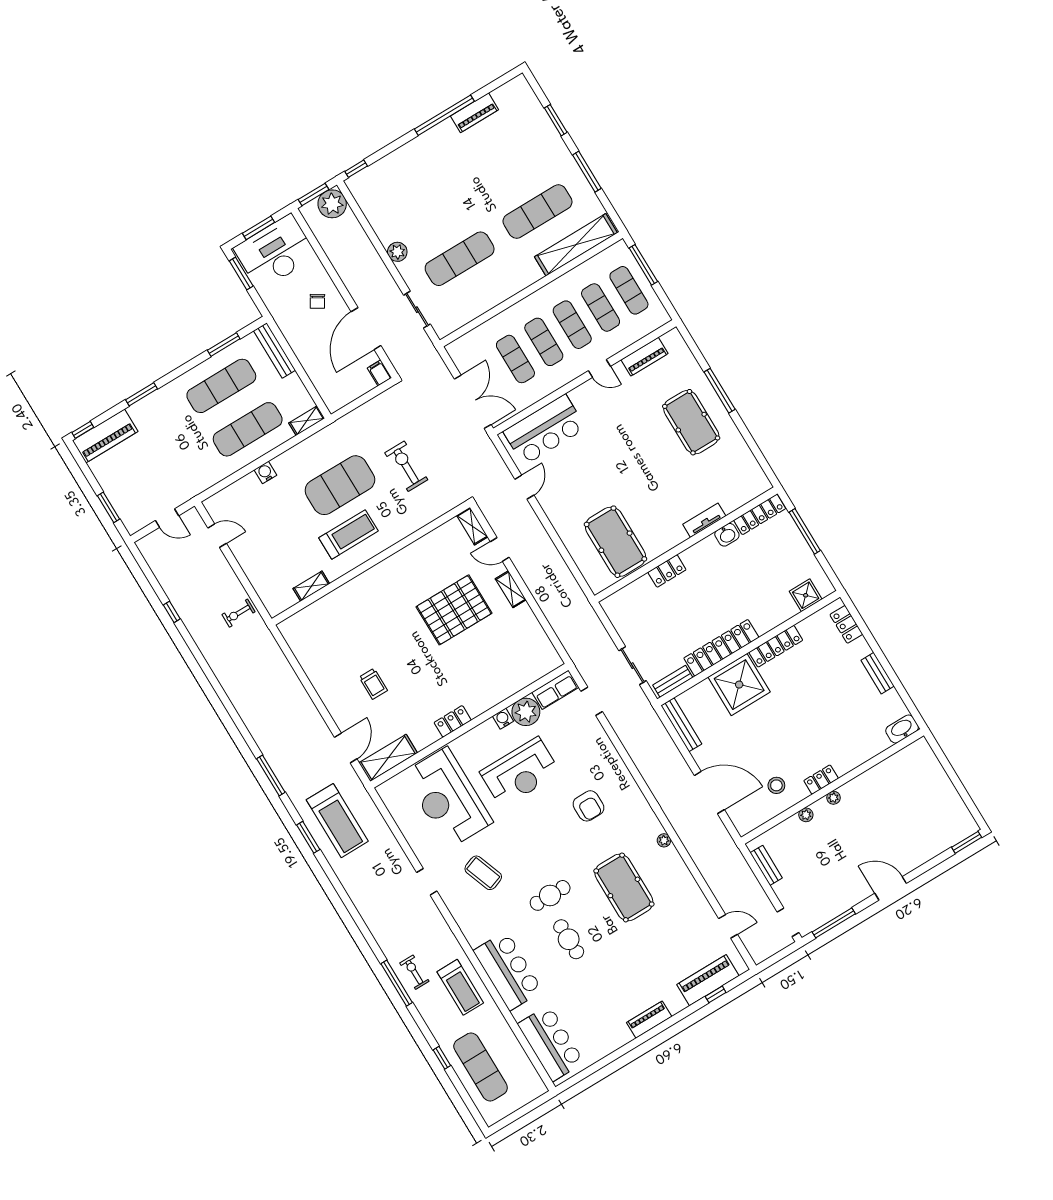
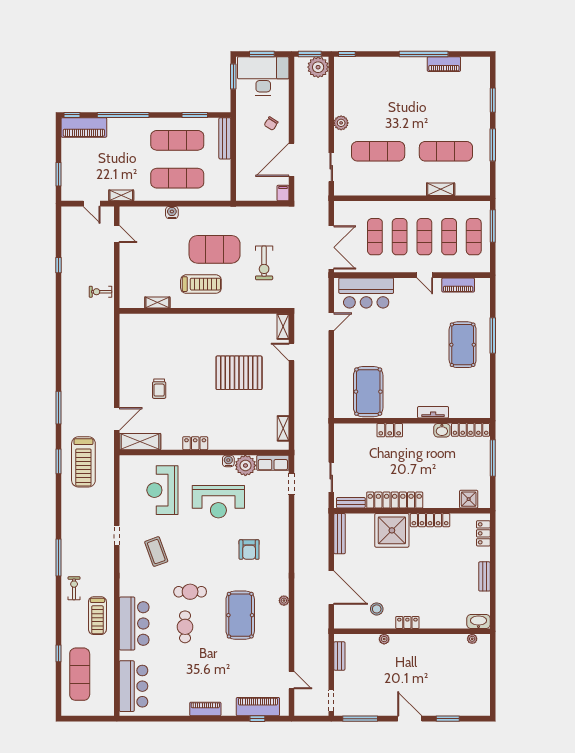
shelving: (576, 245) -> (441, 189), width x0.45, depth x0.75
window: (142, 394) -> (123, 115), width x2.11
shelving: (307, 421) -> (121, 195), moved
exercise bike: (406, 466) -> (264, 263), turned 180
shelving: (511, 589) -> (283, 428), moved
reception desk: (448, 798) -> (162, 490), width x0.74, depth x0.77
plant: (833, 798) -> (472, 639), moved
window: (967, 842) -> (448, 719), moved
window: (397, 983) -> (59, 557), moved

